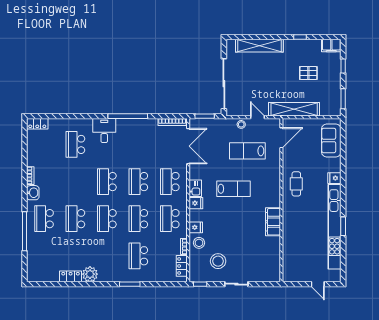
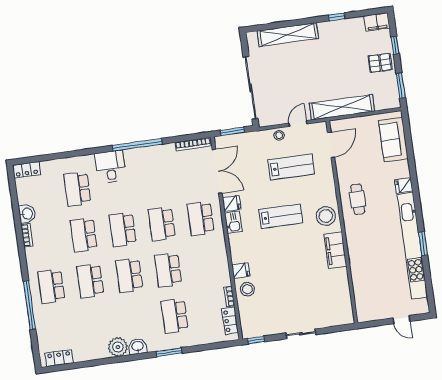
pallet: (308, 73) -> (380, 63), moved
door: (257, 117) -> (298, 124), hinge flipped
lab bench: (247, 151) -> (291, 167), turned 180
washbasin: (33, 193) -> (27, 214), moved
fridge: (196, 203) -> (232, 204), moved
school desk: (170, 219) -> (84, 235), moved
stool: (218, 261) -> (326, 216), moved
locker: (71, 276) -> (59, 358), moved
washbasin: (106, 276) -> (138, 346), added

